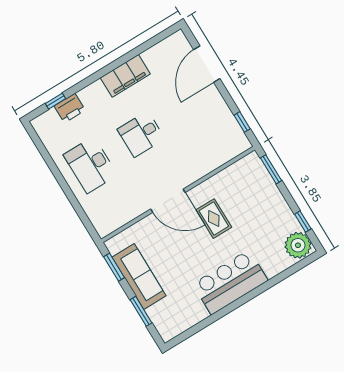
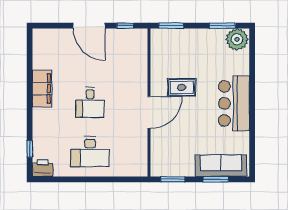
door: (207, 64) -> (89, 26), moved
printer: (70, 108) -> (43, 168), moved, turned -90
window: (303, 222) -> (222, 26), width x1.50
sofa: (139, 276) -> (221, 166), moved

